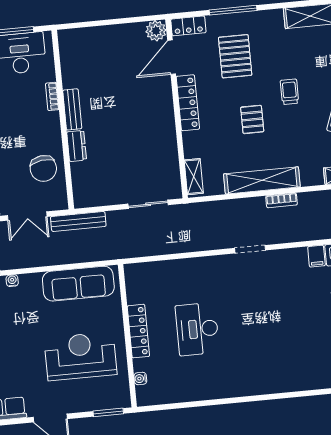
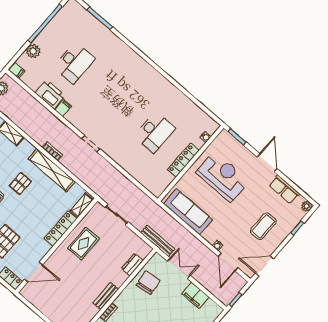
plant: (156, 31) -> (28, 292), removed
locker: (188, 103) -> (61, 229), moved
pallet: (252, 119) -> (20, 184), moved
rug: (151, 140) -> (84, 244), added
dresser: (77, 146) -> (132, 265), moved
reception desk: (81, 356) -> (223, 177), turned 180

